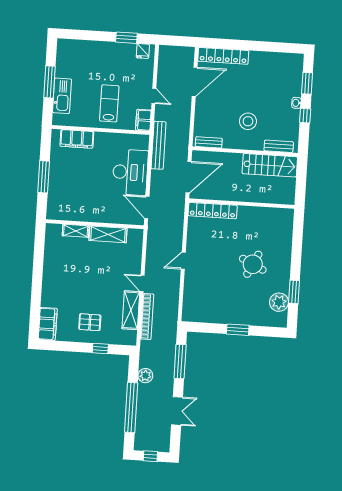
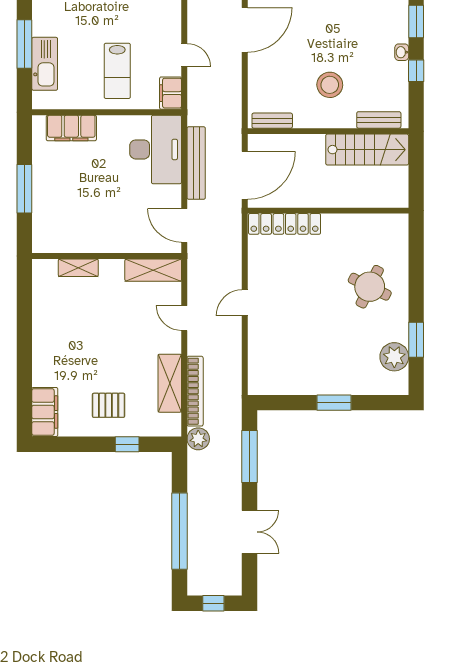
lab bench: (109, 103) -> (117, 71), turned 180
bench: (159, 145) -> (196, 163), moved
desk: (130, 172) -> (156, 149), moved
shelving: (108, 234) -> (153, 270), moved
round table: (253, 264) -> (370, 287), moved
door: (142, 283) -> (184, 318), moved
plant: (145, 376) -> (198, 439), moved

